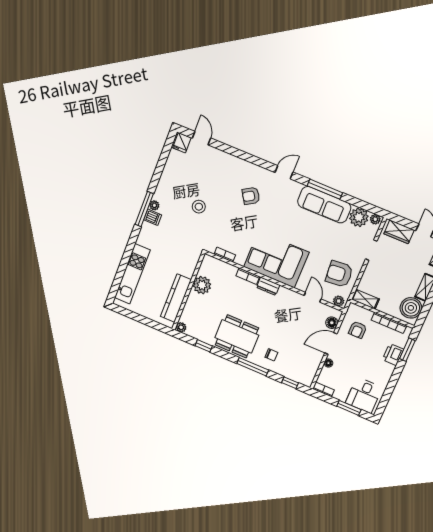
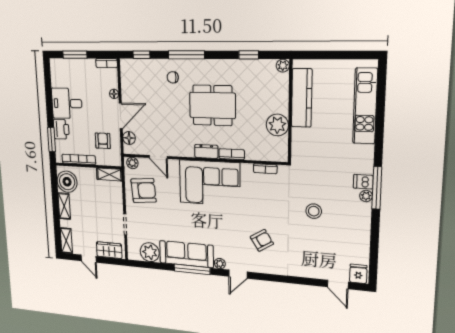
plant: (375, 219) -> (220, 264), moved
dining table: (237, 336) -> (212, 105), moved
desk: (364, 395) -> (67, 103), moved, turned -90

